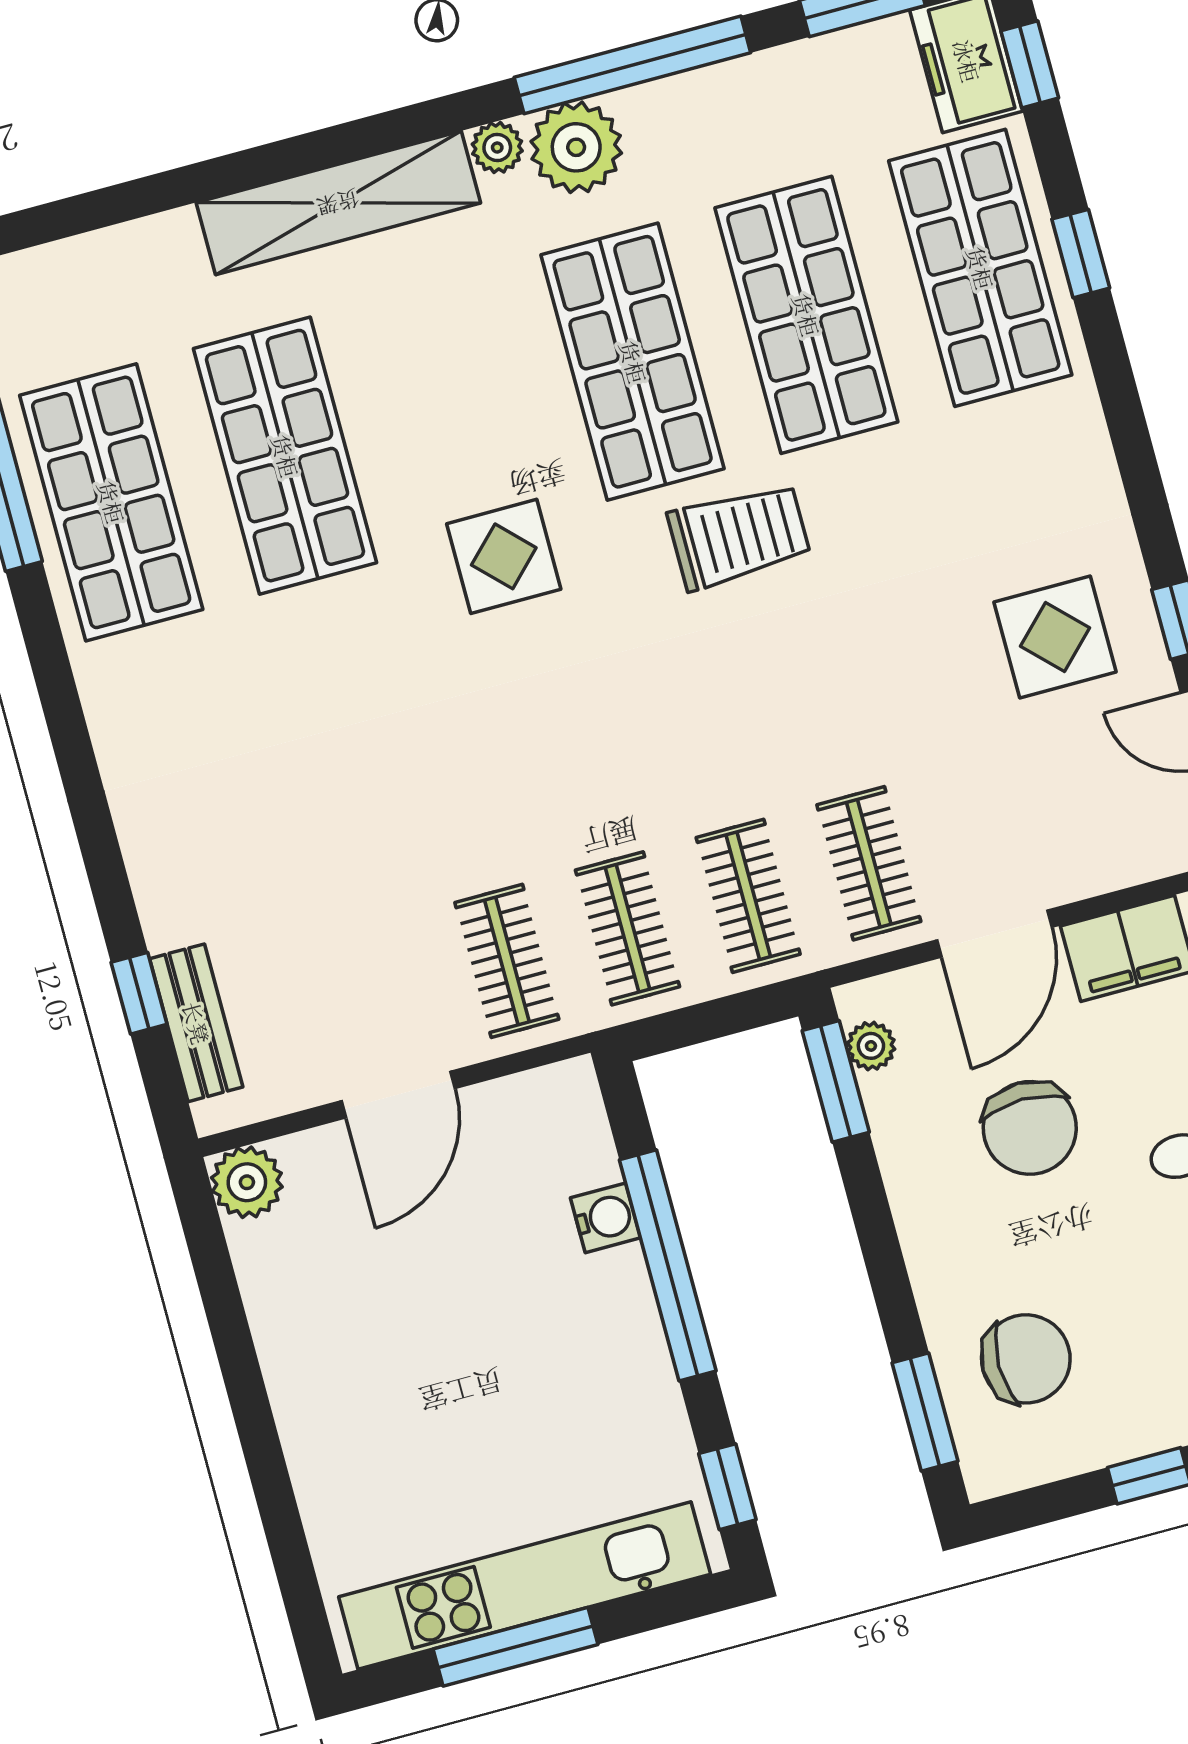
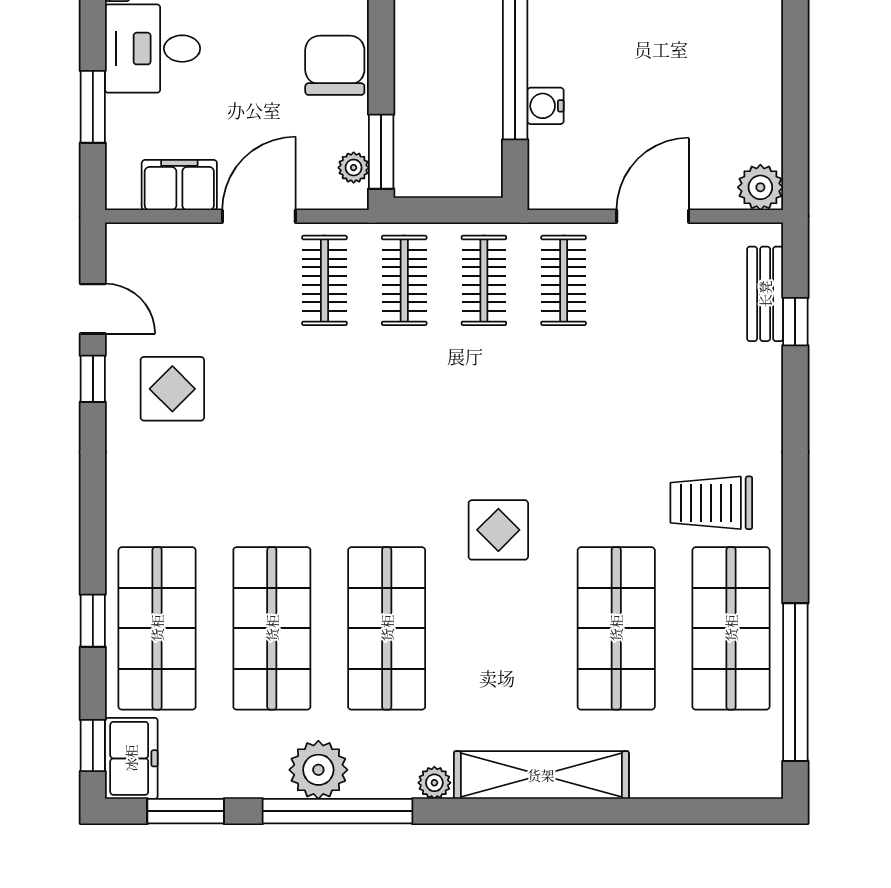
plant: (576, 147) -> (318, 770), moved
trolley: (739, 536) -> (711, 503), moved
chair: (1030, 1128) -> (335, 65), moved

